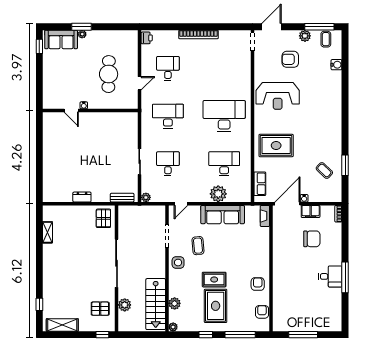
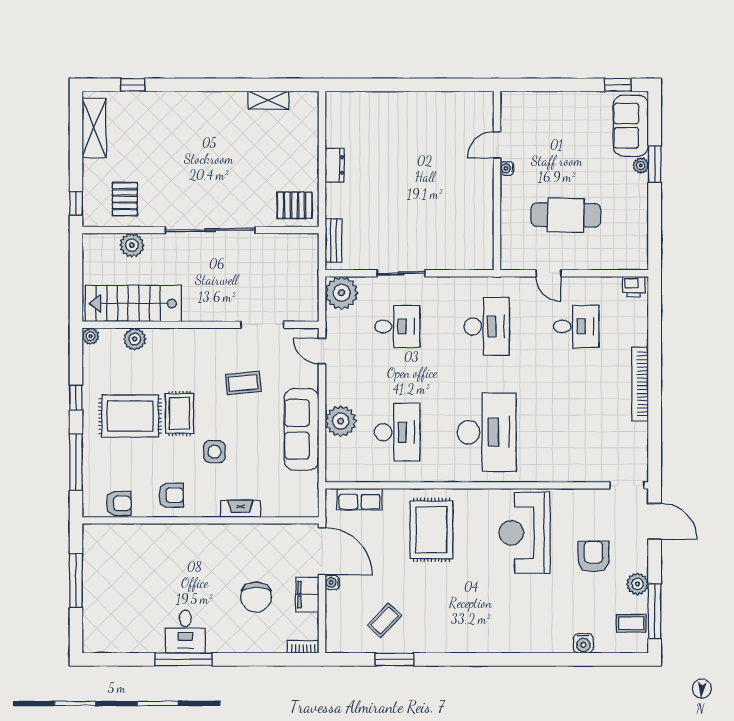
plant: (146, 197) -> (342, 293), width x1.87, depth x1.87
fireplace: (265, 216) -> (241, 509), moved
side table: (178, 263) -> (215, 452), moved

